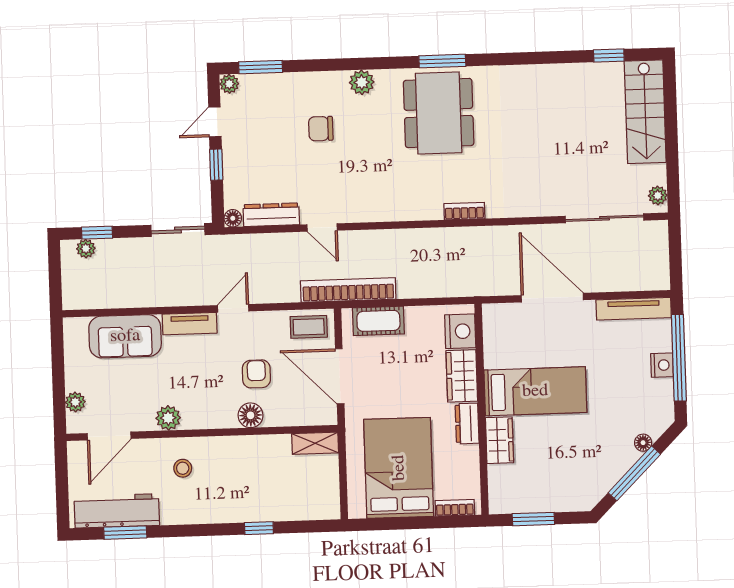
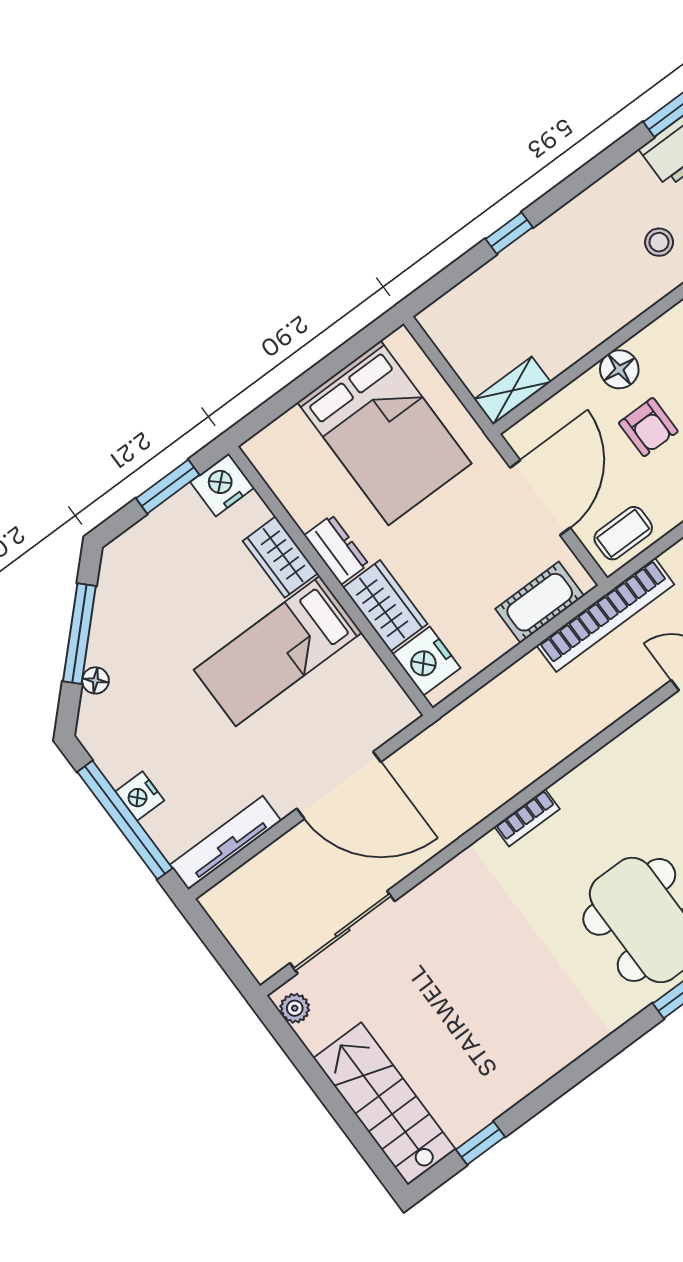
door: (340, 376) -> (540, 498), hinge flipped
nightstand: (504, 500) -> (222, 485), added
bookcase: (455, 508) -> (278, 432), removed

